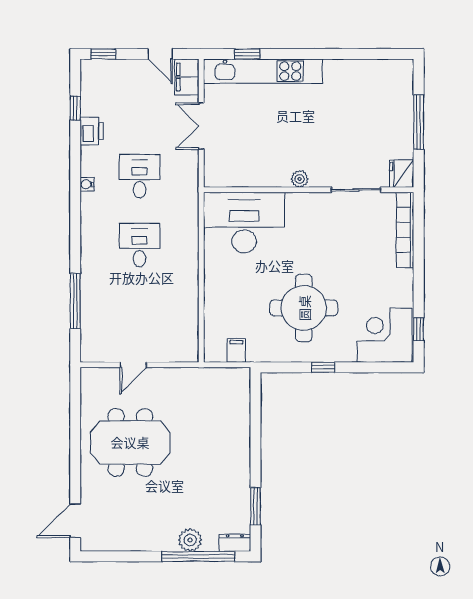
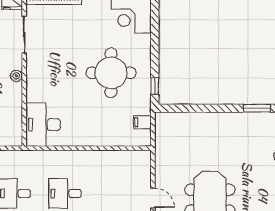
desk: (244, 223) -> (43, 125), width x0.73, depth x0.77
window: (323, 367) -> (155, 86), moved

